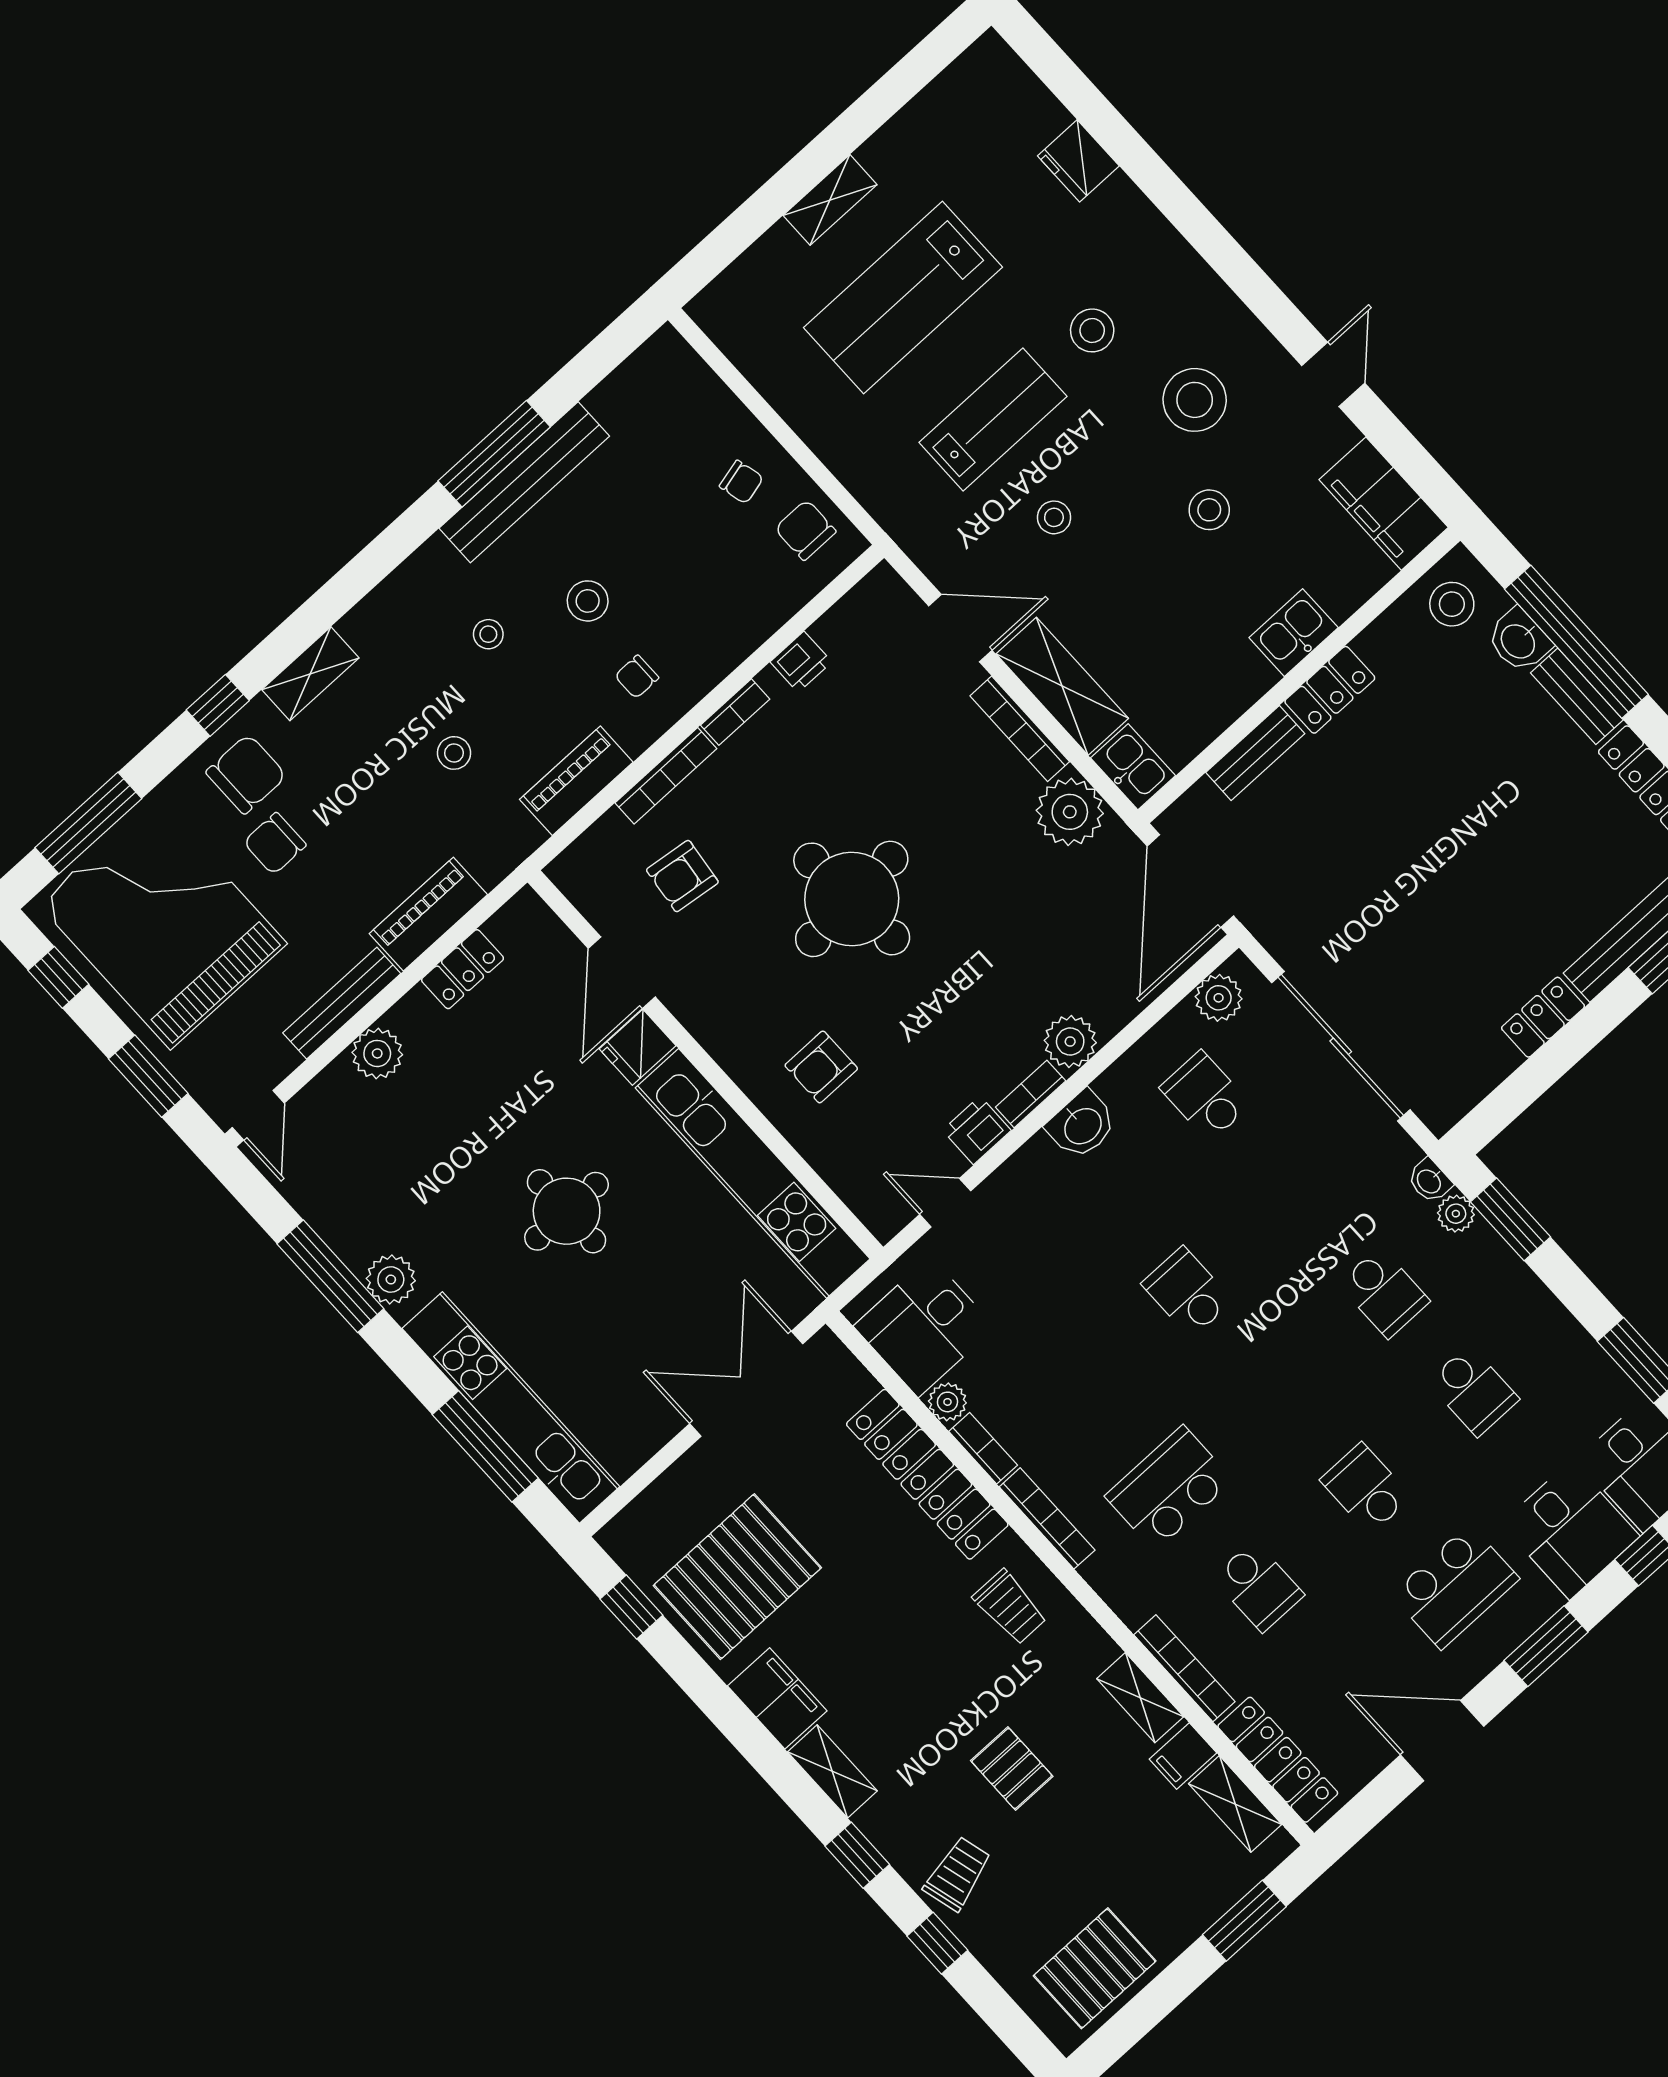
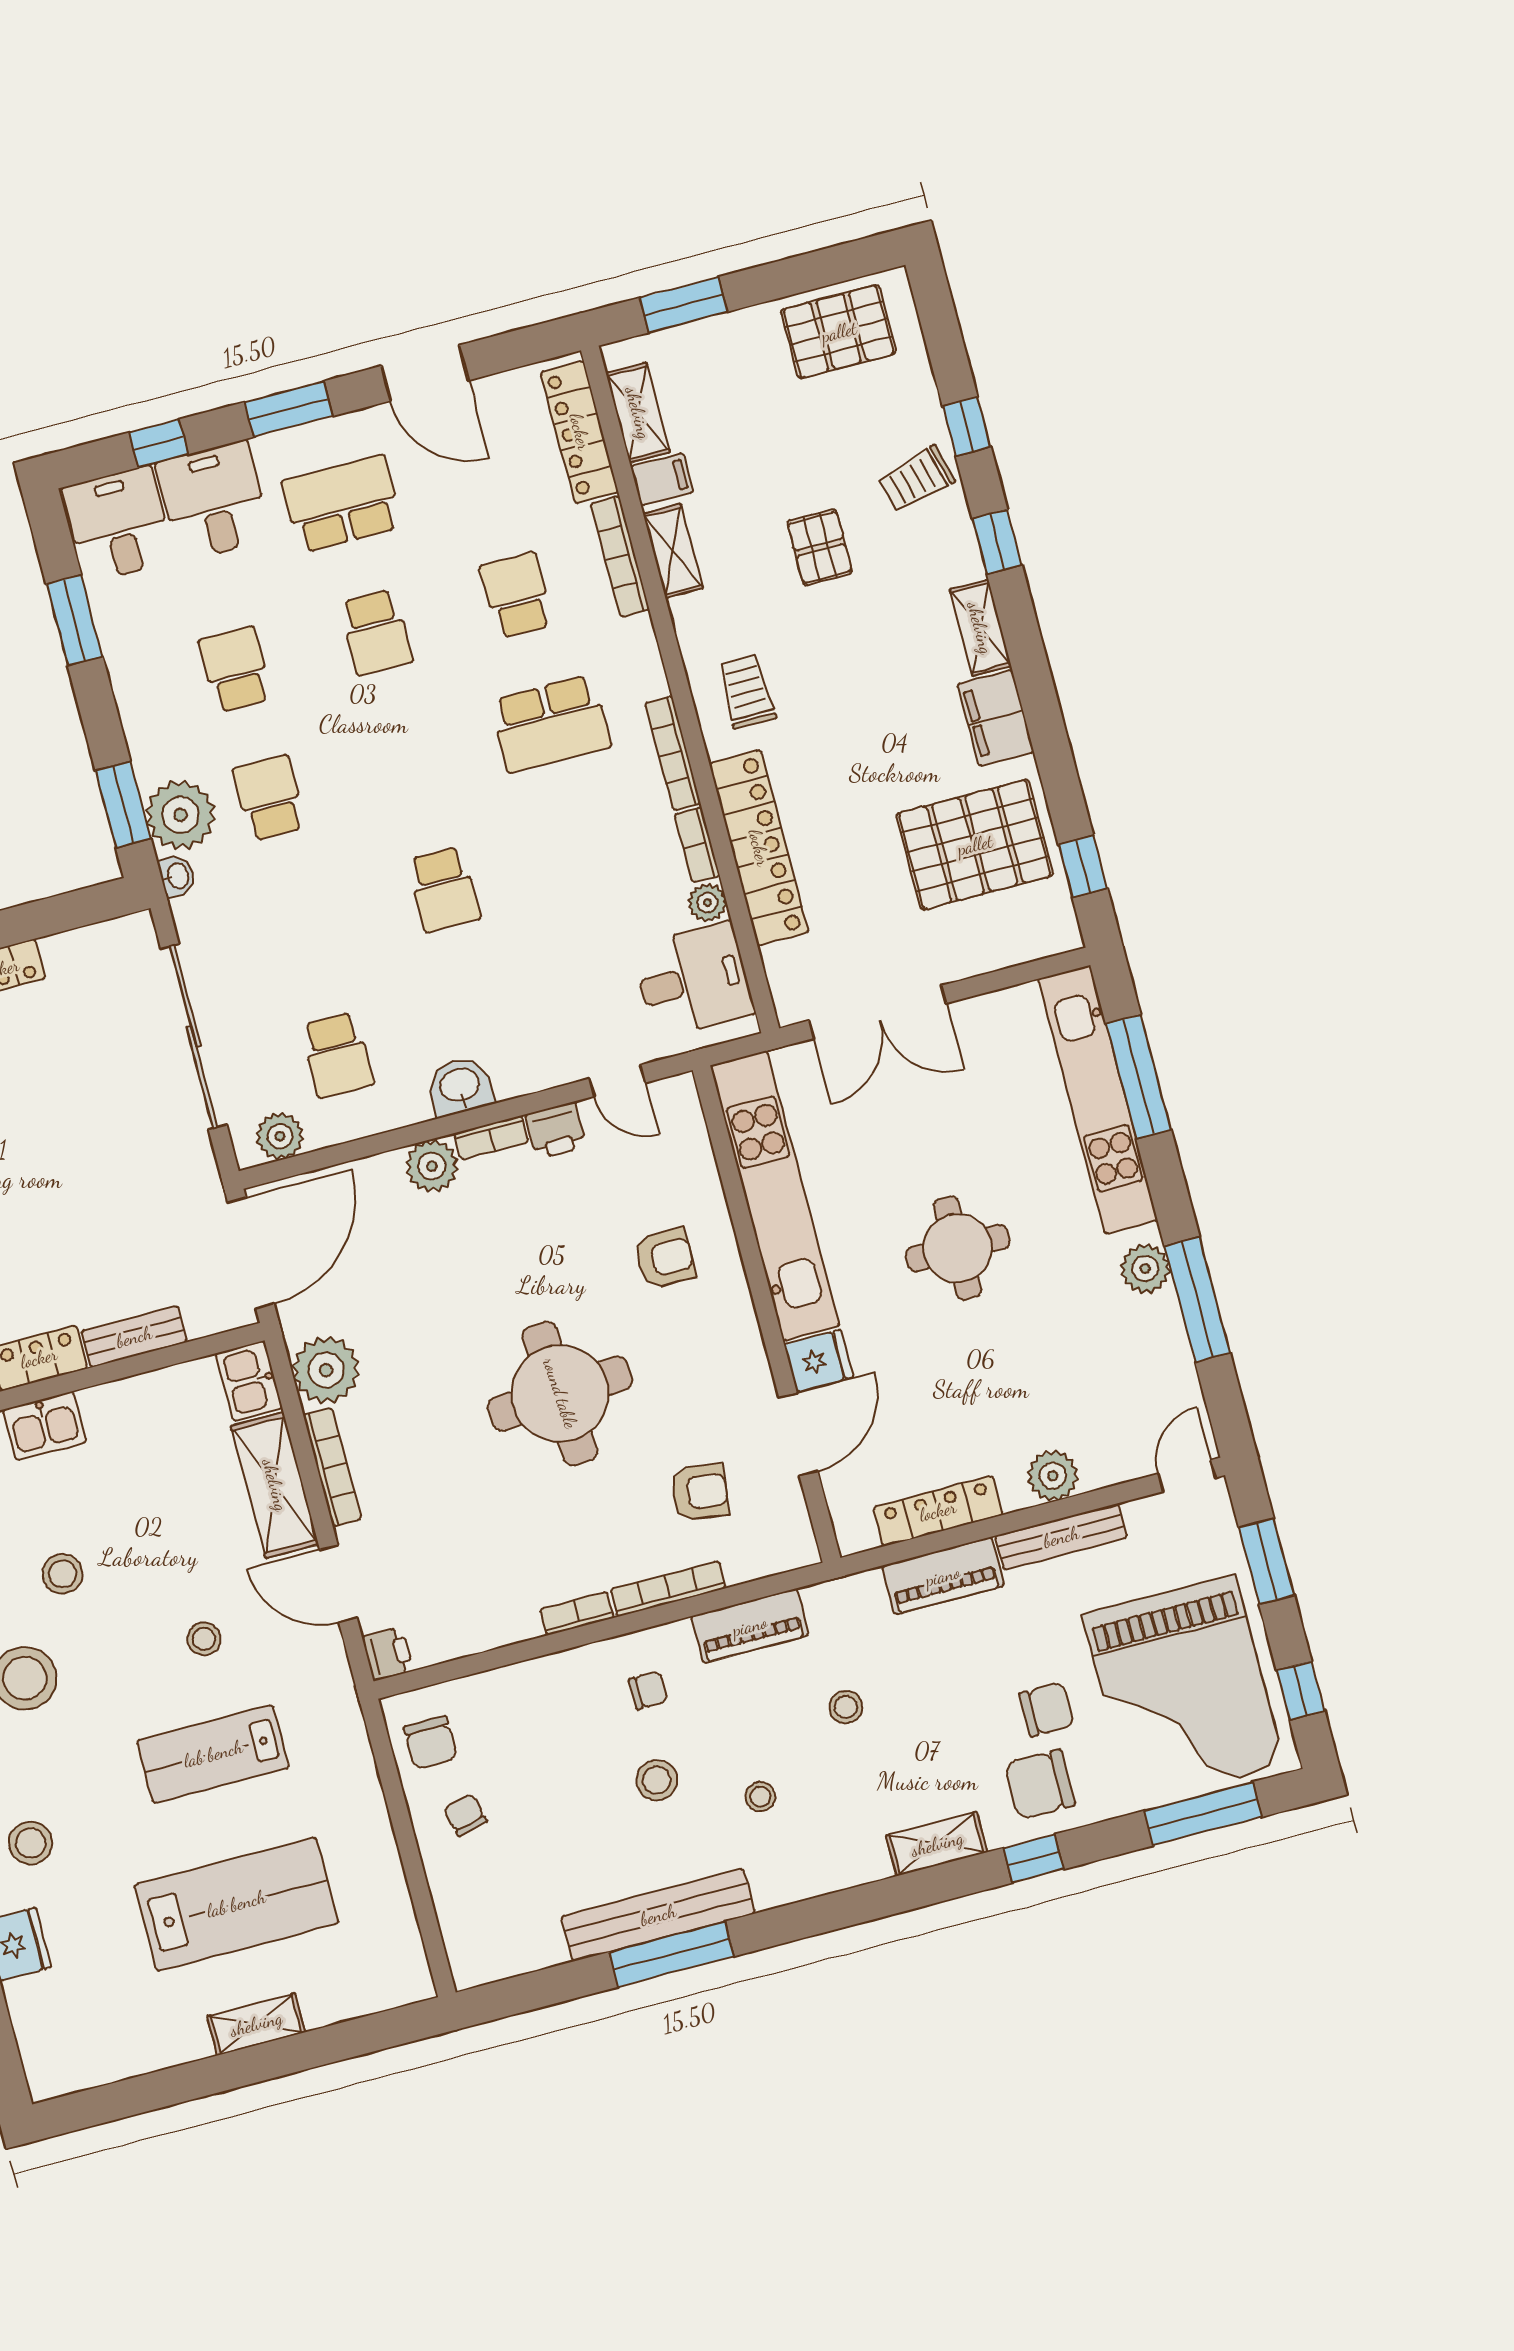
stool: (1092, 330) -> (31, 1843), moved
printer: (801, 662) -> (388, 1654), moved, turned 90
locker: (463, 969) -> (938, 1511), width x1.53
plant: (1456, 1214) -> (181, 815), width x1.87, depth x1.87

